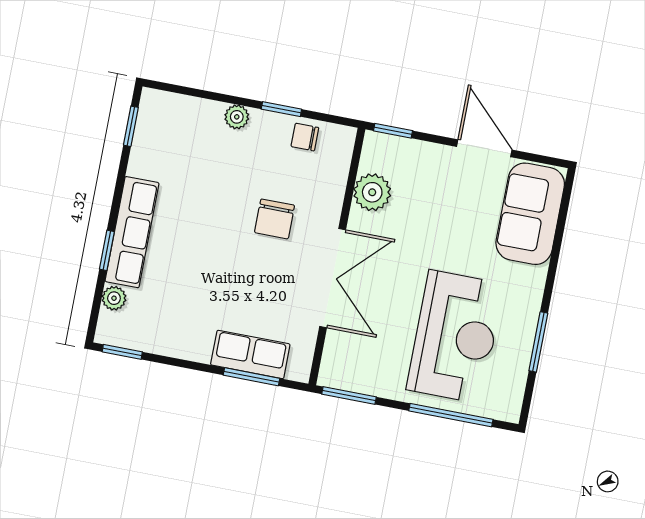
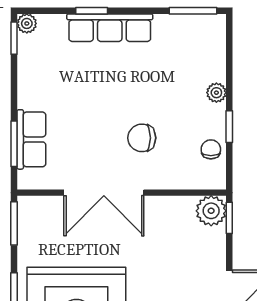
window: (131, 126) -> (193, 11), width x1.50
plant: (372, 192) -> (211, 211), moved
plant: (114, 298) -> (27, 23), moved

